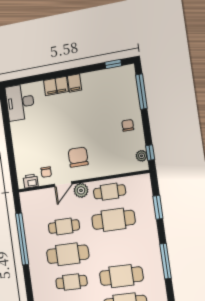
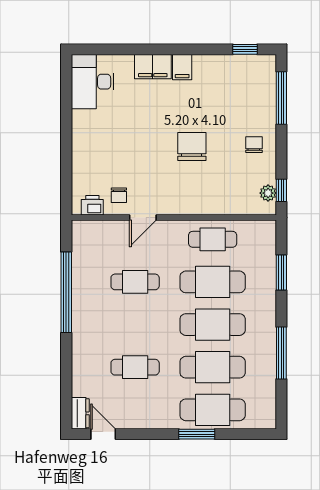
chair: (78, 157) -> (192, 146), moved
plant: (81, 190) -> (169, 231), removed
cafe table: (68, 254) -> (213, 325), moved

